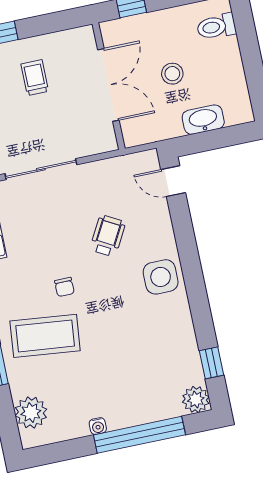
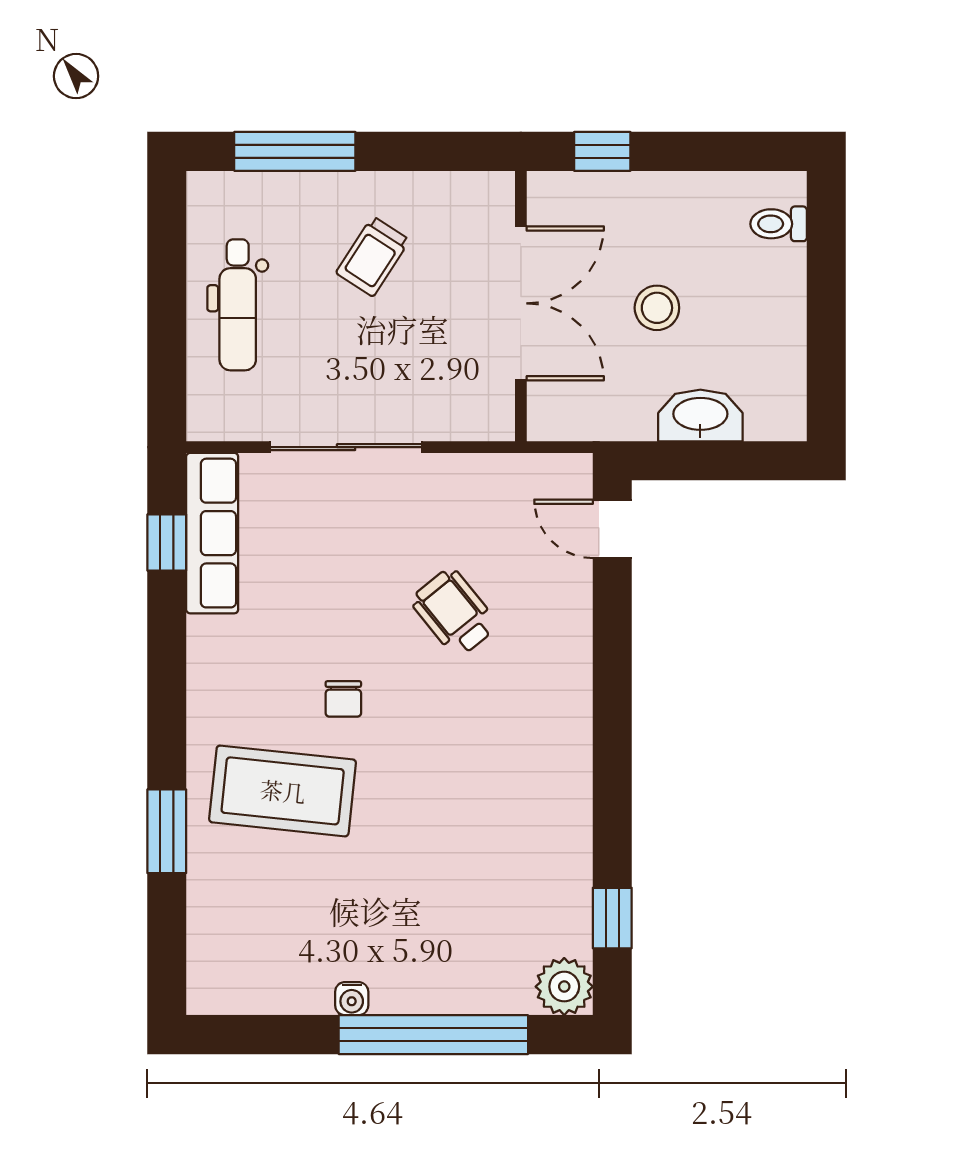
toilet: (216, 27) -> (779, 224), width x0.73, depth x0.72
trolley: (35, 78) -> (373, 256), turned -147
wheelchair: (108, 236) -> (454, 613), turned -68
side table: (161, 277) -> (545, 720), removed
plant: (31, 413) -> (220, 942), removed

